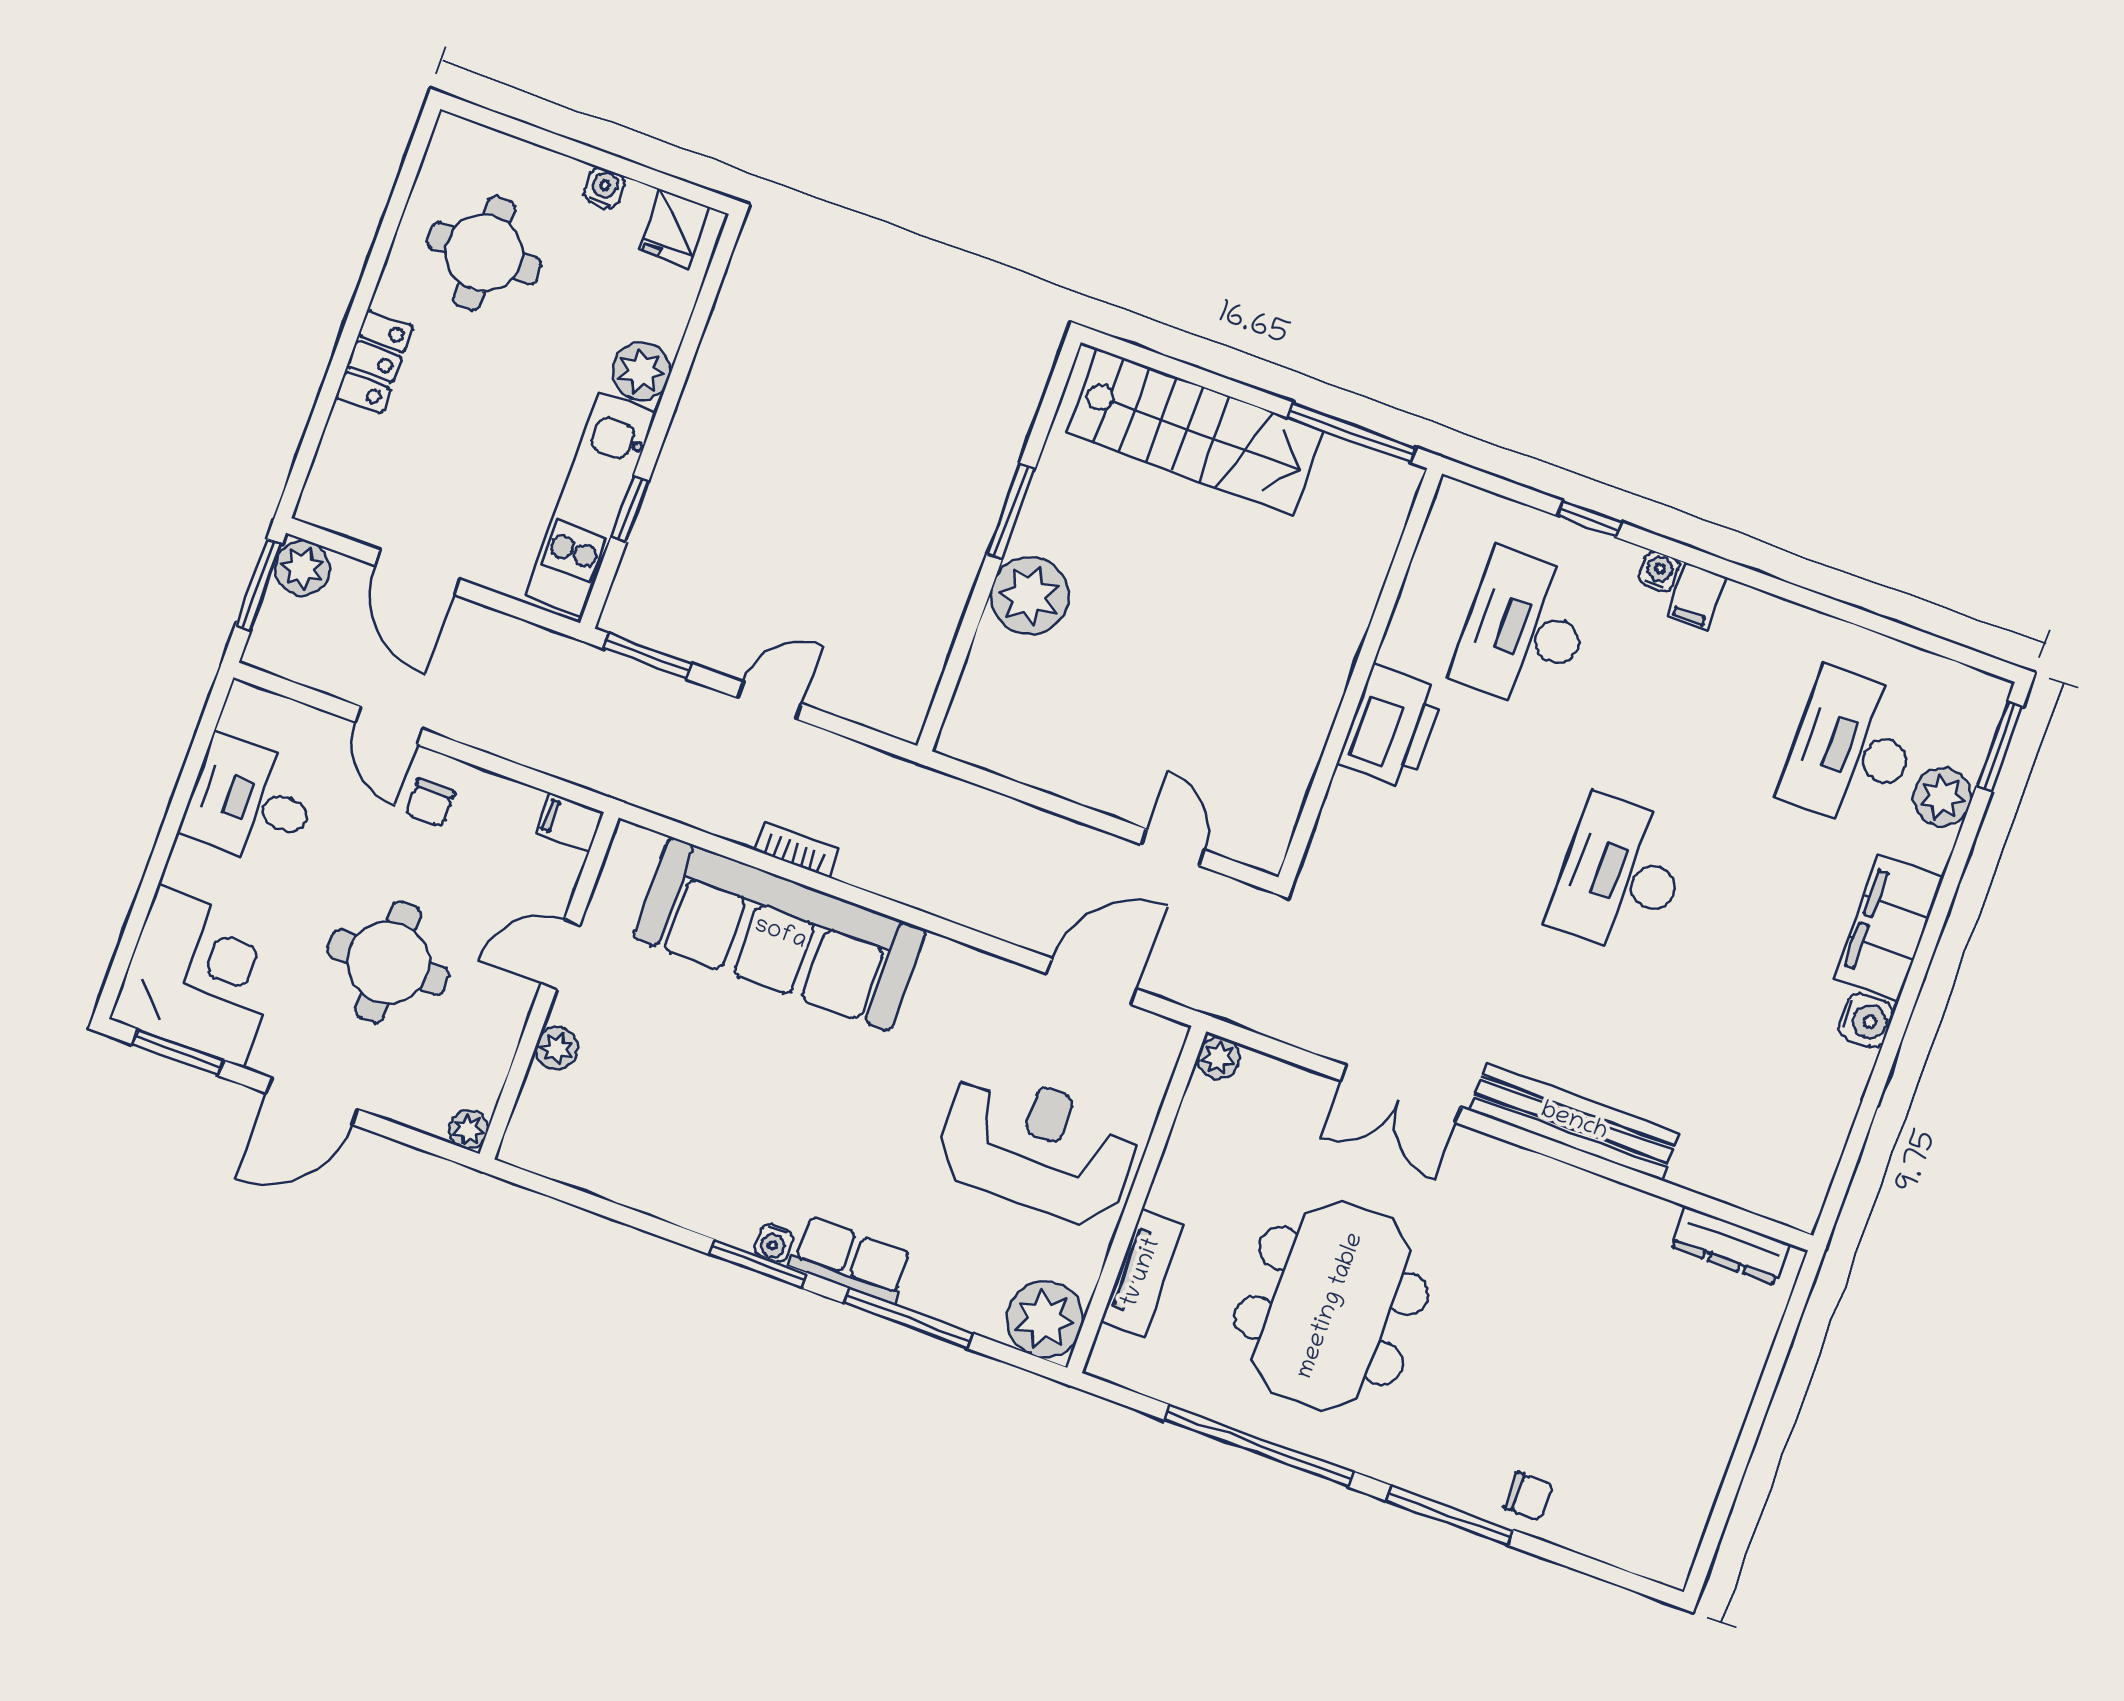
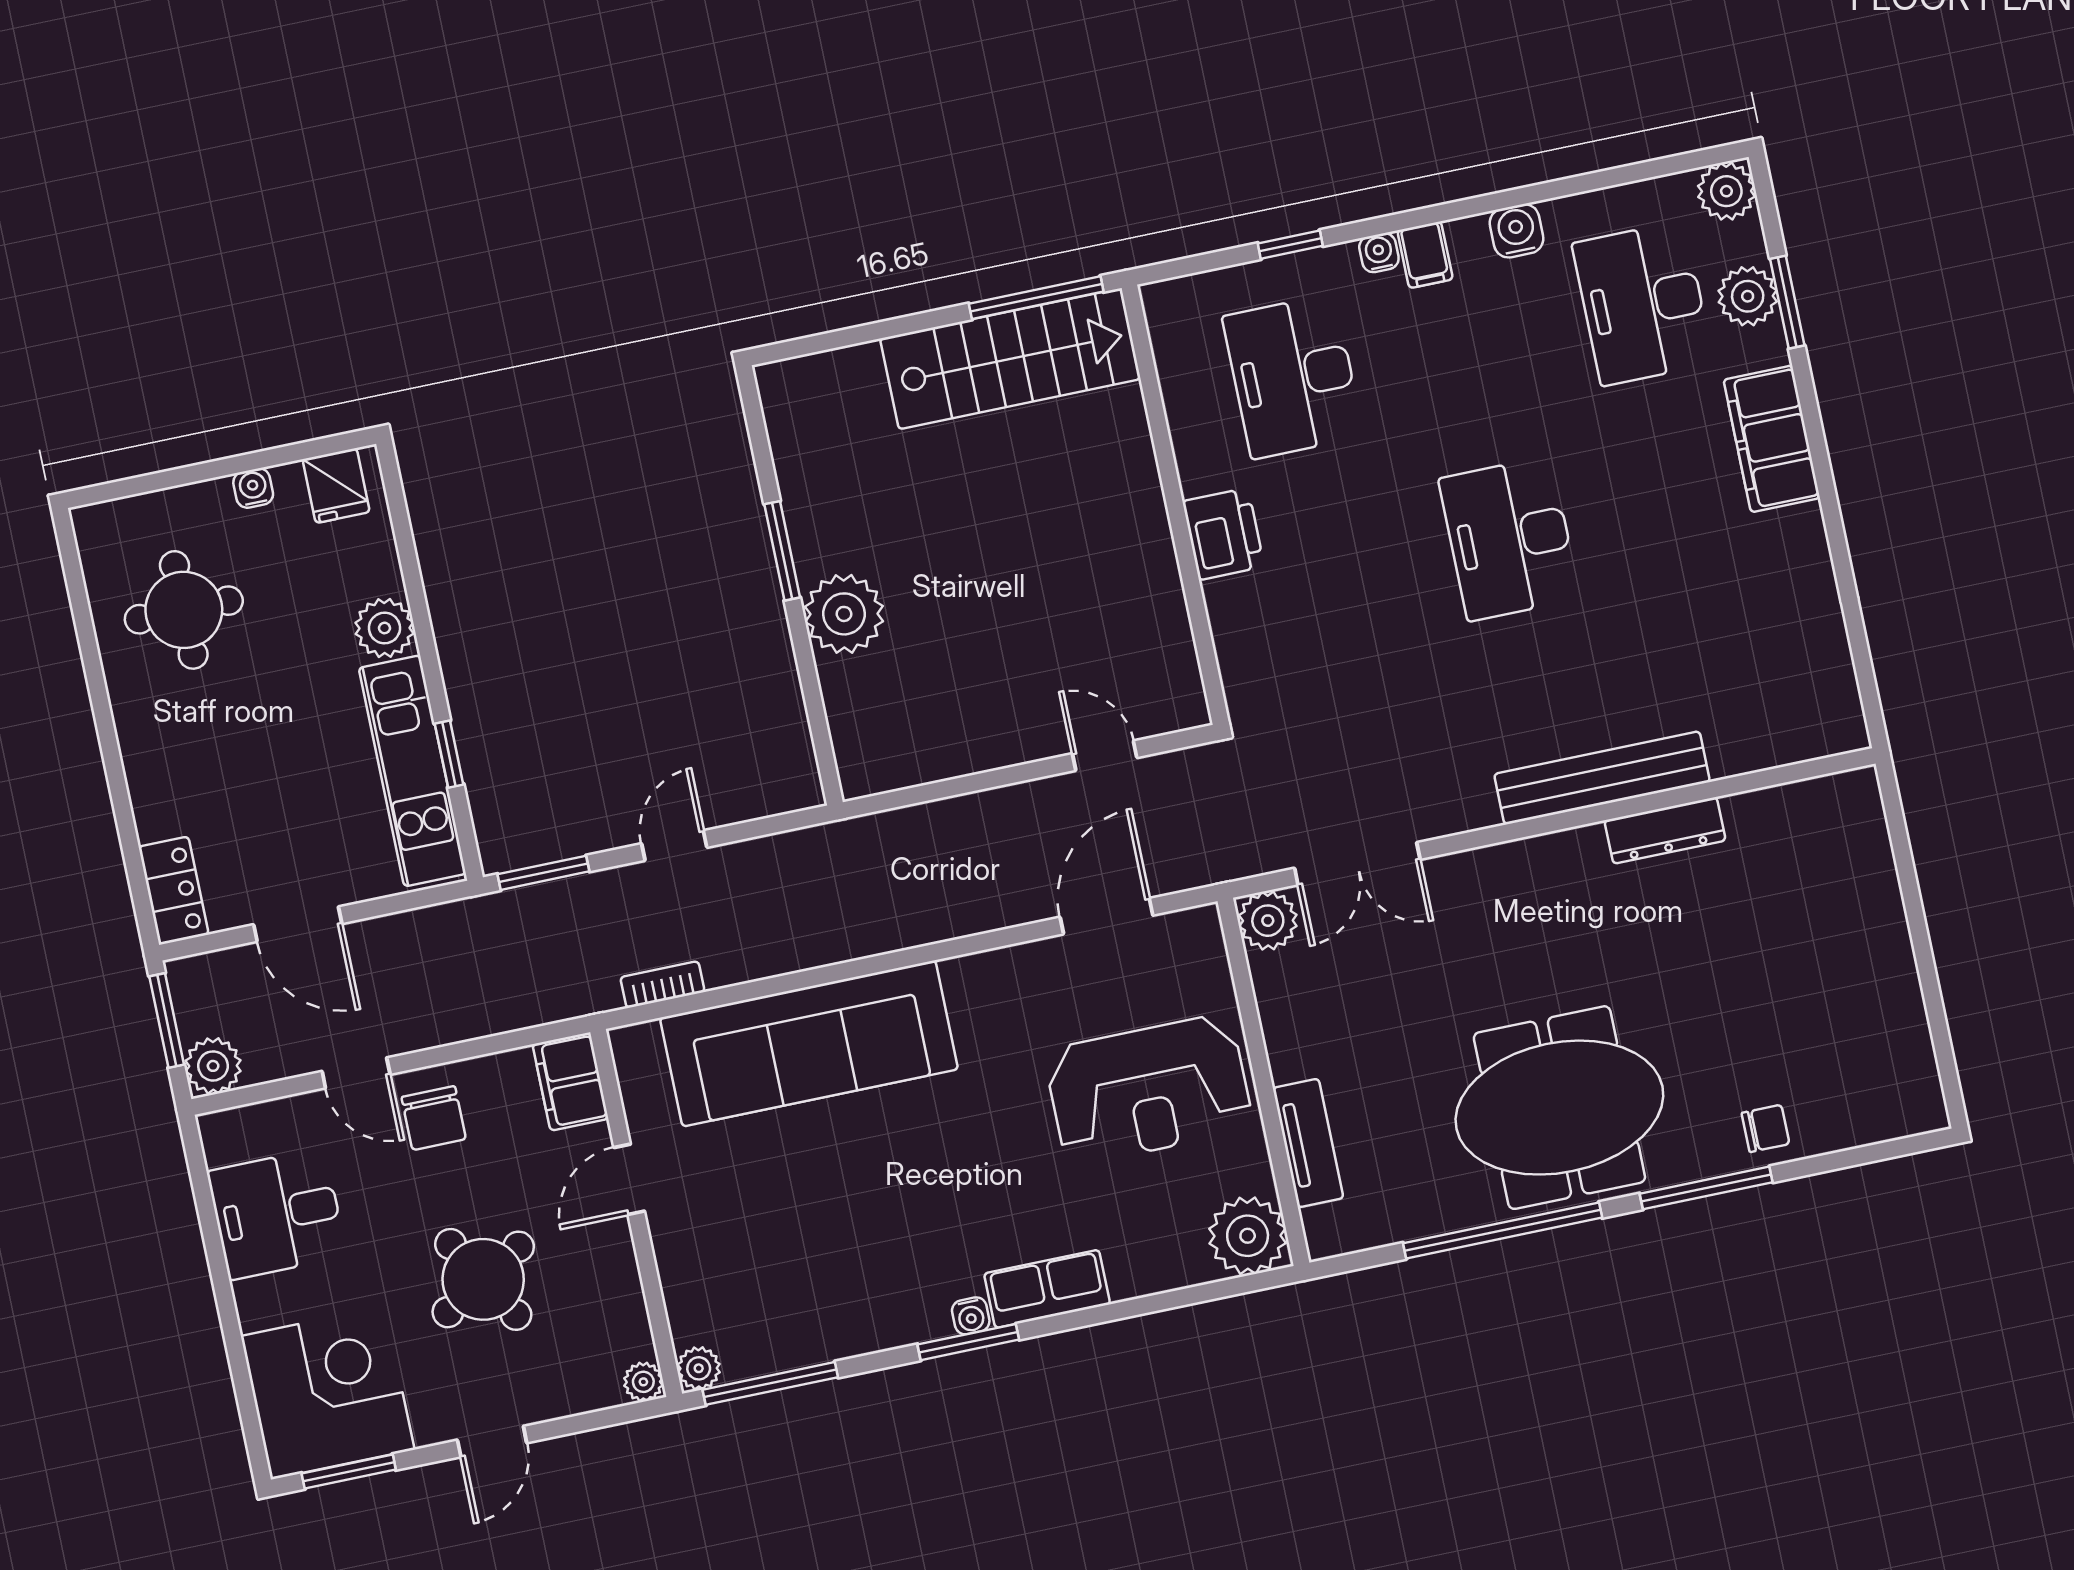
locker: (374, 362) -> (174, 891), moved
stairs: (1195, 432) -> (1010, 359), moved
plant: (302, 568) -> (213, 1066), moved
plant: (1979, 699) -> (1726, 191), added
printer: (1391, 727) -> (1223, 534), width x0.73, depth x0.84
window: (2000, 747) -> (1787, 302), moved
chair: (430, 803) -> (434, 1118), width x1.37, depth x1.37
filing cabinet: (570, 823) -> (570, 1081), width x2.00
bookcase: (796, 849) -> (662, 985), moved
round table: (388, 962) -> (483, 1279), turned -31
water cooler: (1866, 1020) -> (1516, 231), moved, turned -90
plant: (557, 1048) -> (699, 1368), moved
plant: (1219, 1058) -> (1268, 921), width x1.38, depth x1.38
double door: (1401, 1094) -> (1357, 864), moved
door: (312, 1101) -> (492, 1442), width x0.73
reception desk: (1038, 1147) -> (1149, 1090), turned 180
dresser: (1730, 1245) -> (1665, 830), moved
meeting table: (1331, 1306) -> (1559, 1108), moved, turned 90
window: (908, 1318) -> (770, 1383), moved

